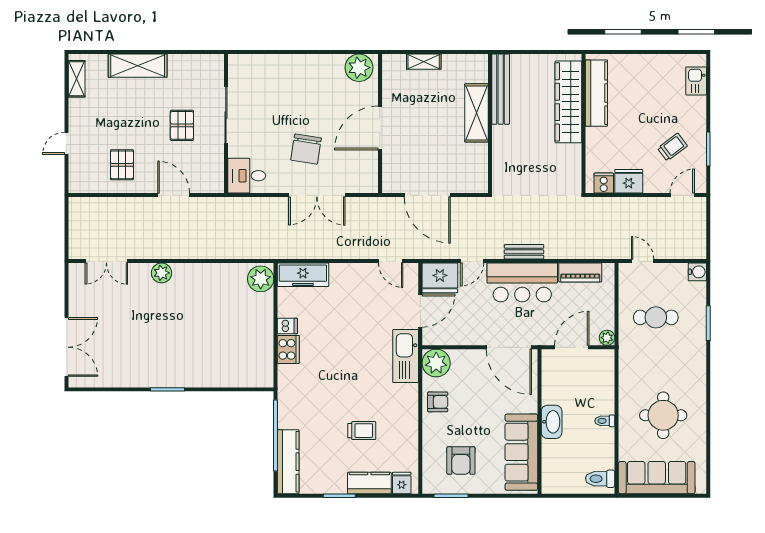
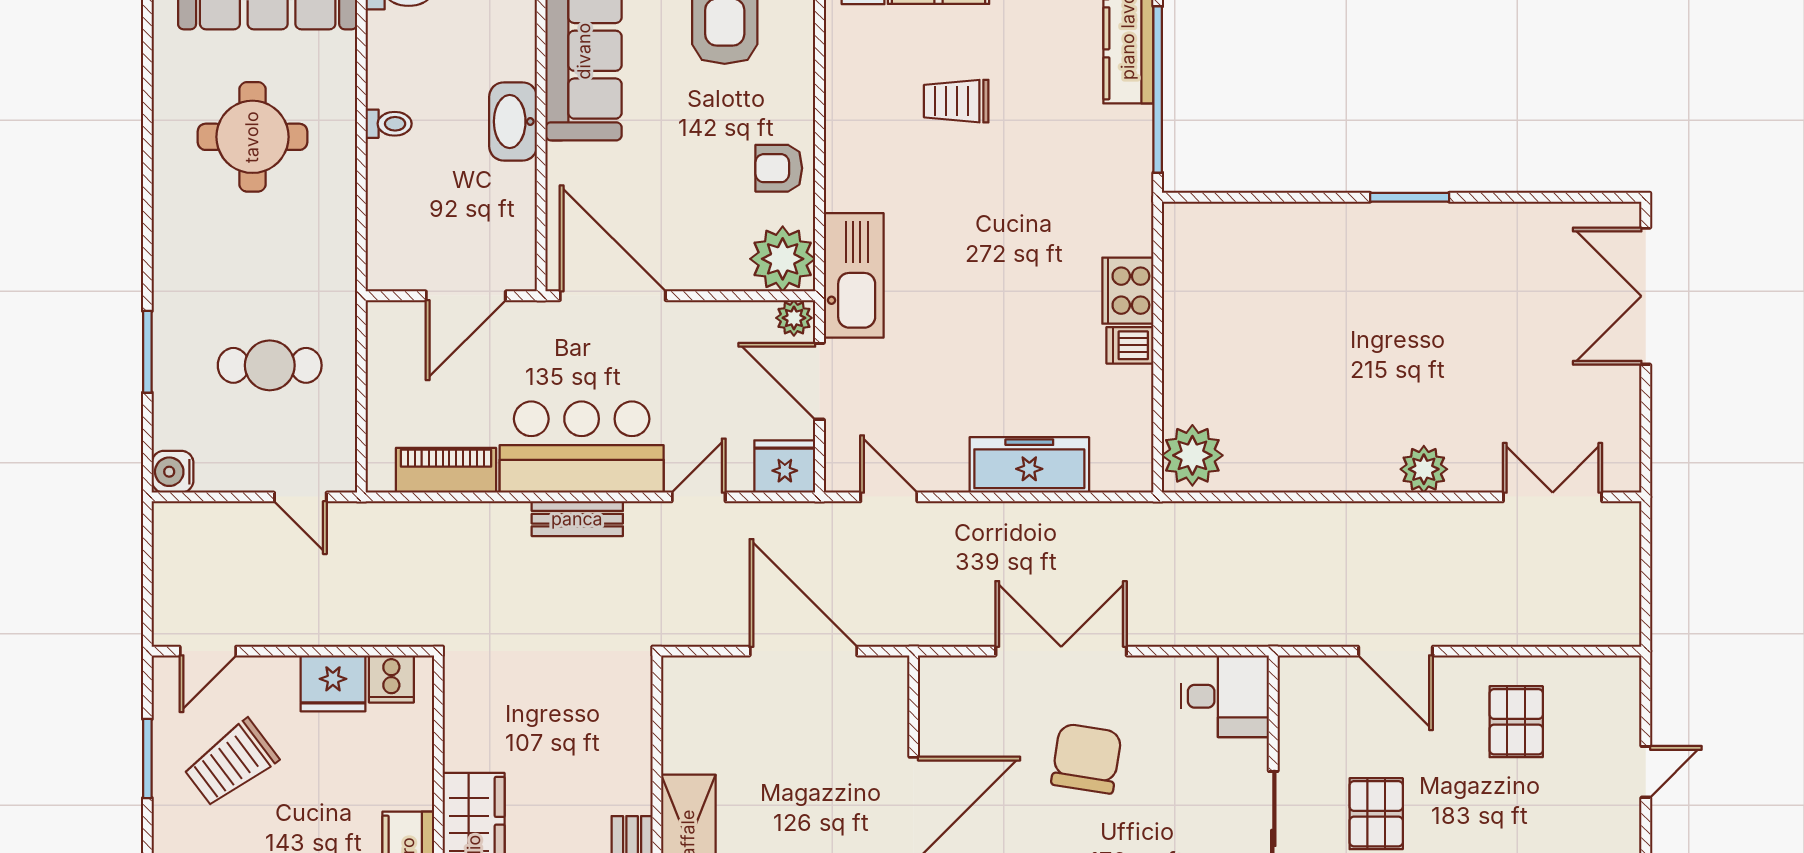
trolley: (672, 147) -> (231, 763), width x1.36, depth x1.39
freezer: (303, 275) -> (1029, 465), moved
fridge: (440, 278) -> (785, 466), width x0.73, depth x0.75
door: (420, 311) -> (819, 381), hinge flipped
plant: (607, 338) -> (794, 318), moved

